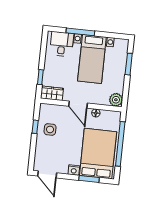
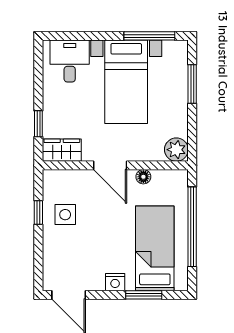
window: (80, 32) -> (149, 36), moved
bed: (98, 154) -> (155, 248), width x0.67

